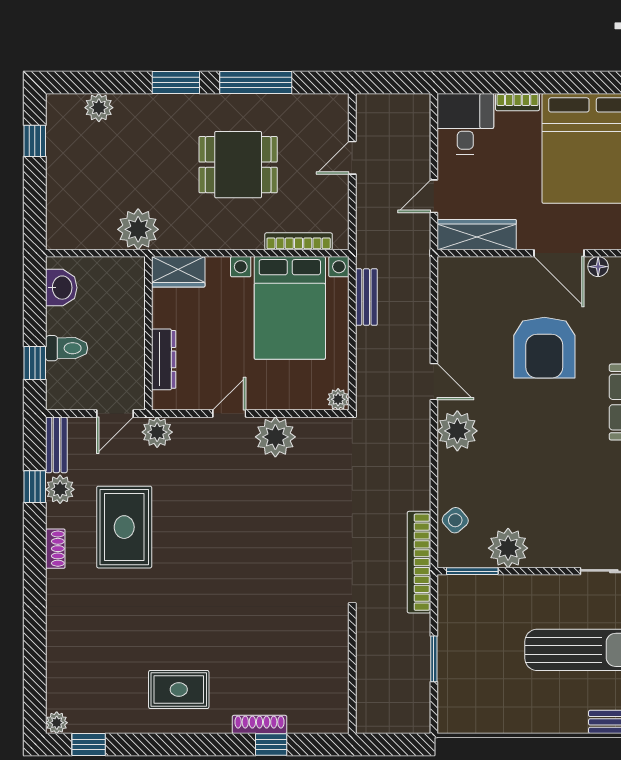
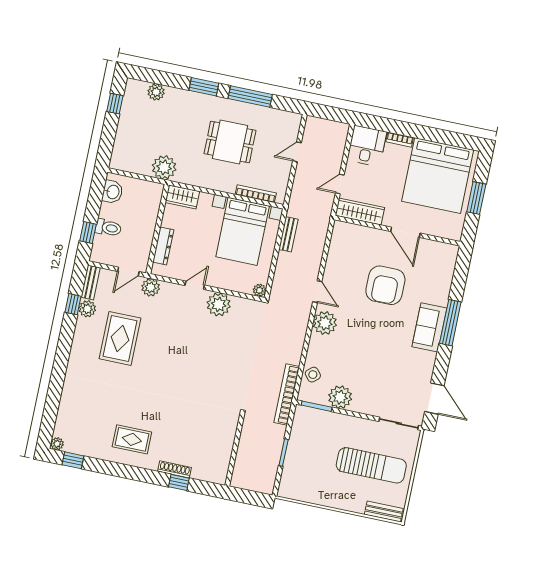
floor lamp: (598, 267) -> (426, 245), removed
shoe rack: (55, 549) -> (77, 343), removed

